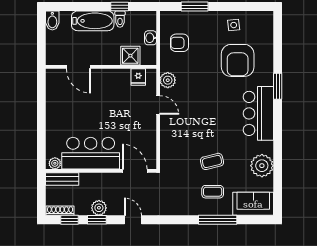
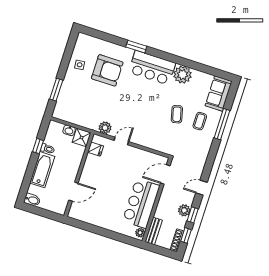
armchair: (180, 43) -> (80, 110), removed
shower: (130, 56) -> (82, 138), moved
plant: (262, 166) -> (183, 75), moved

